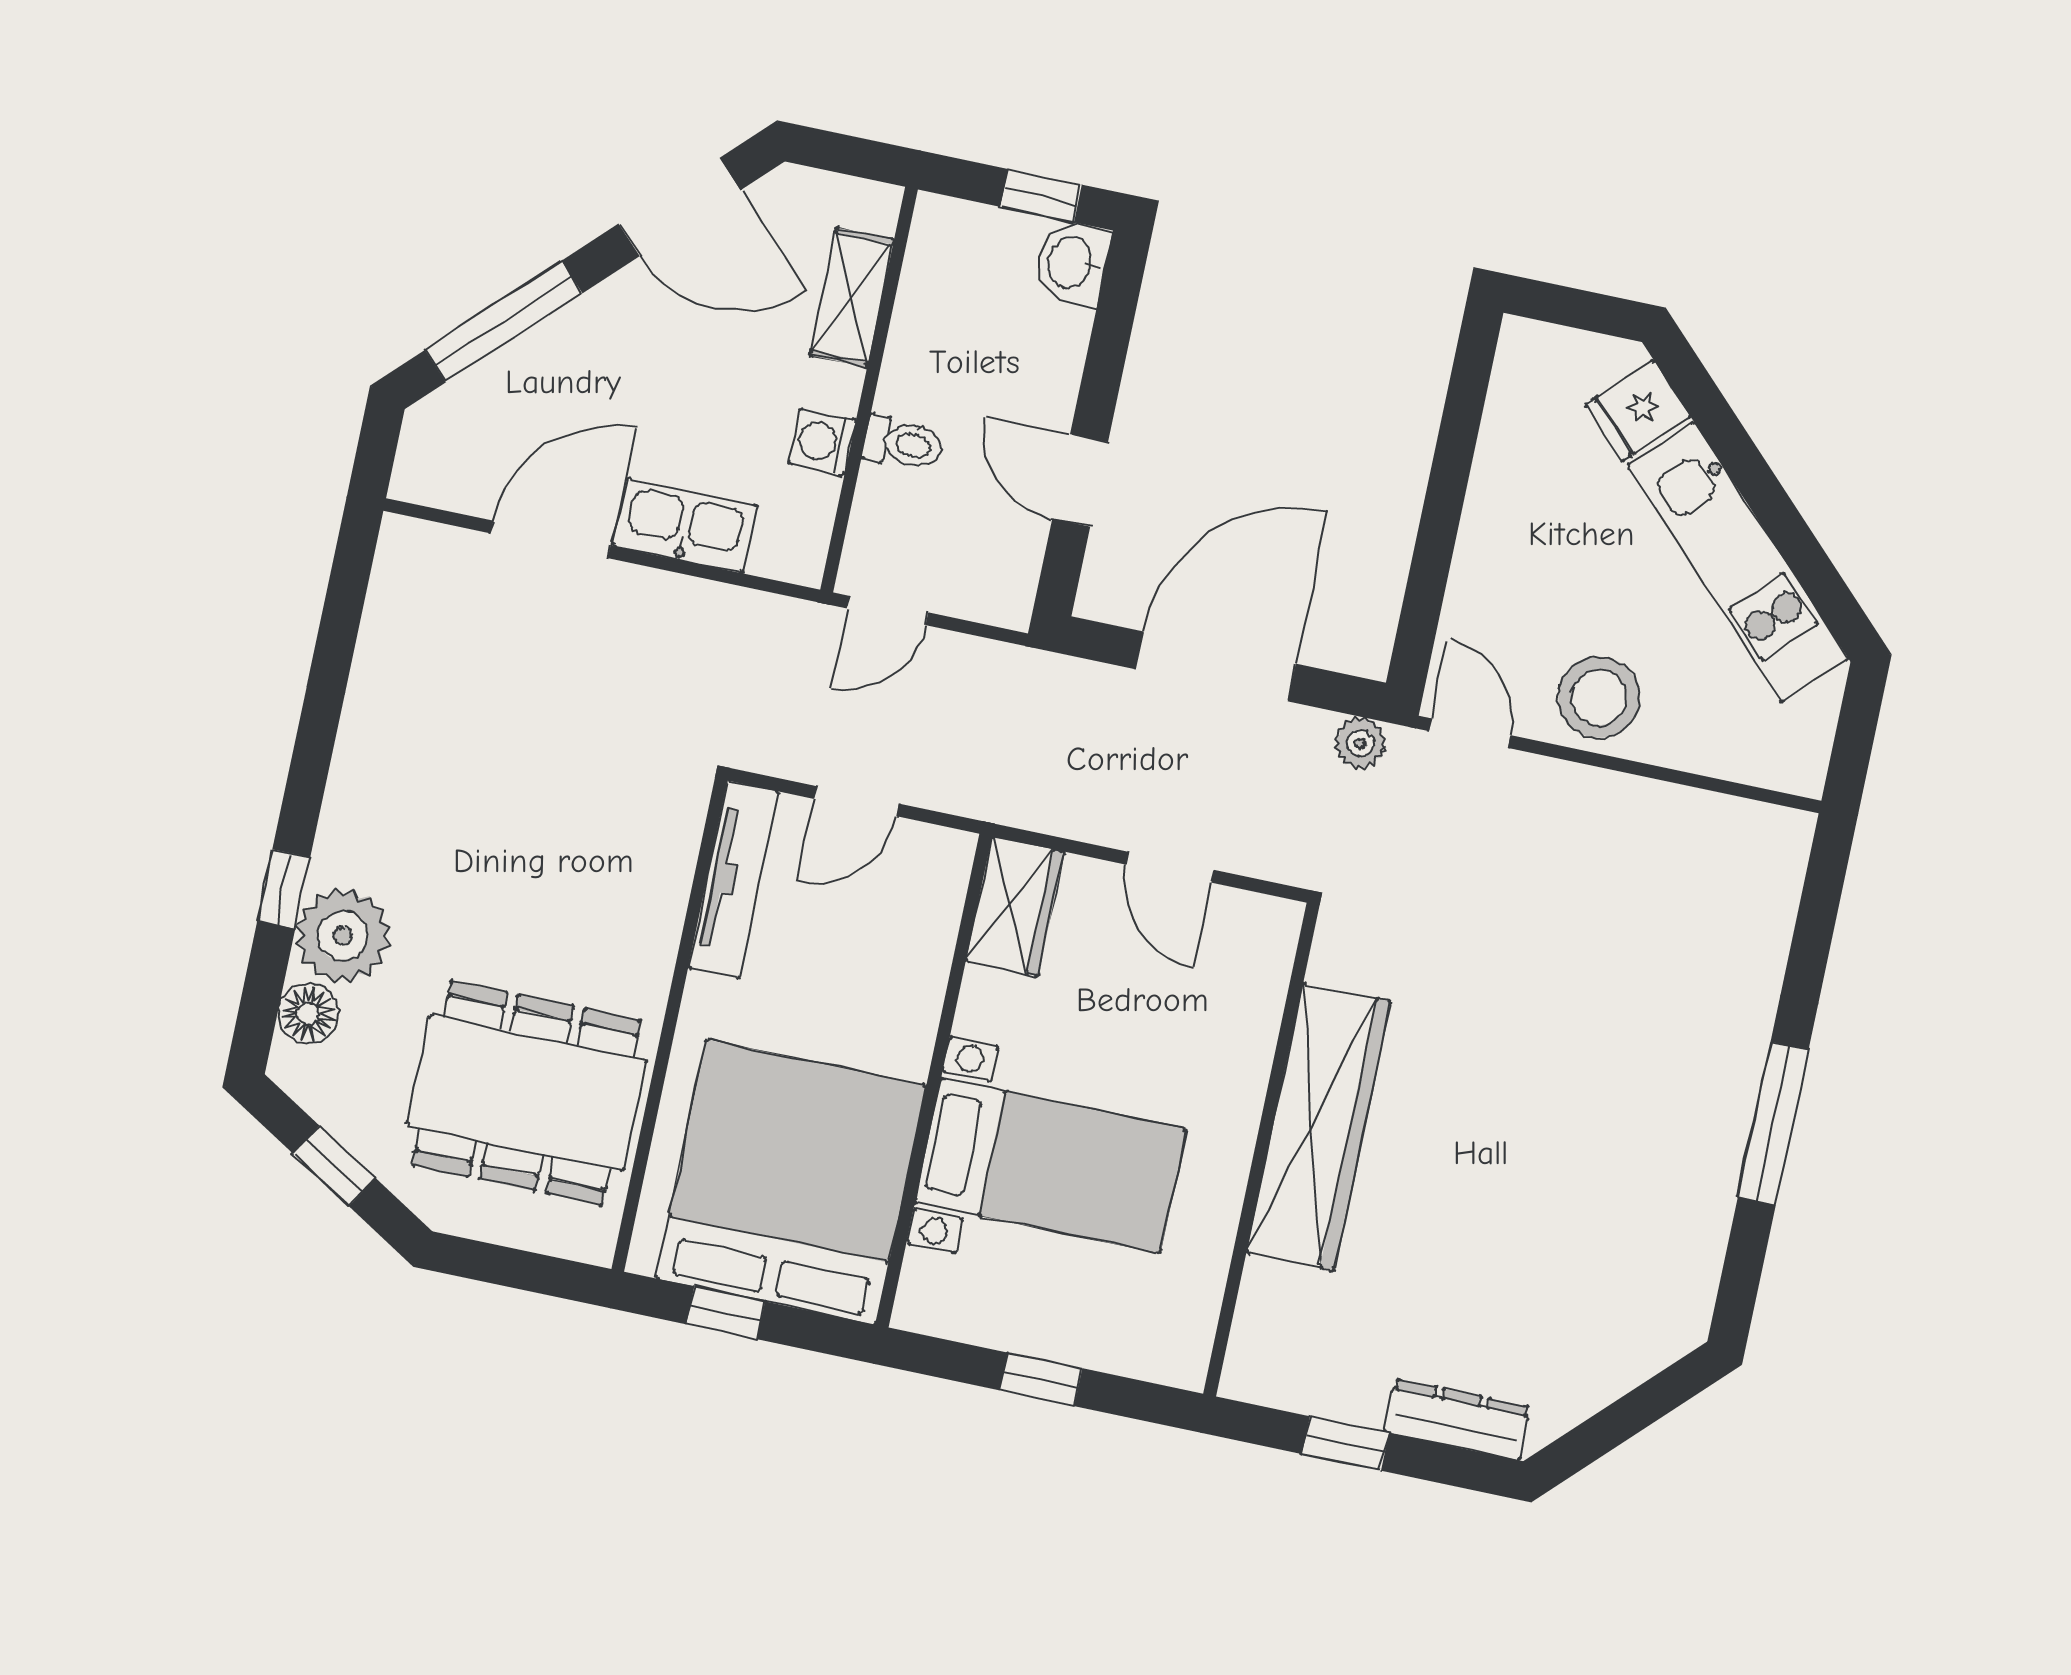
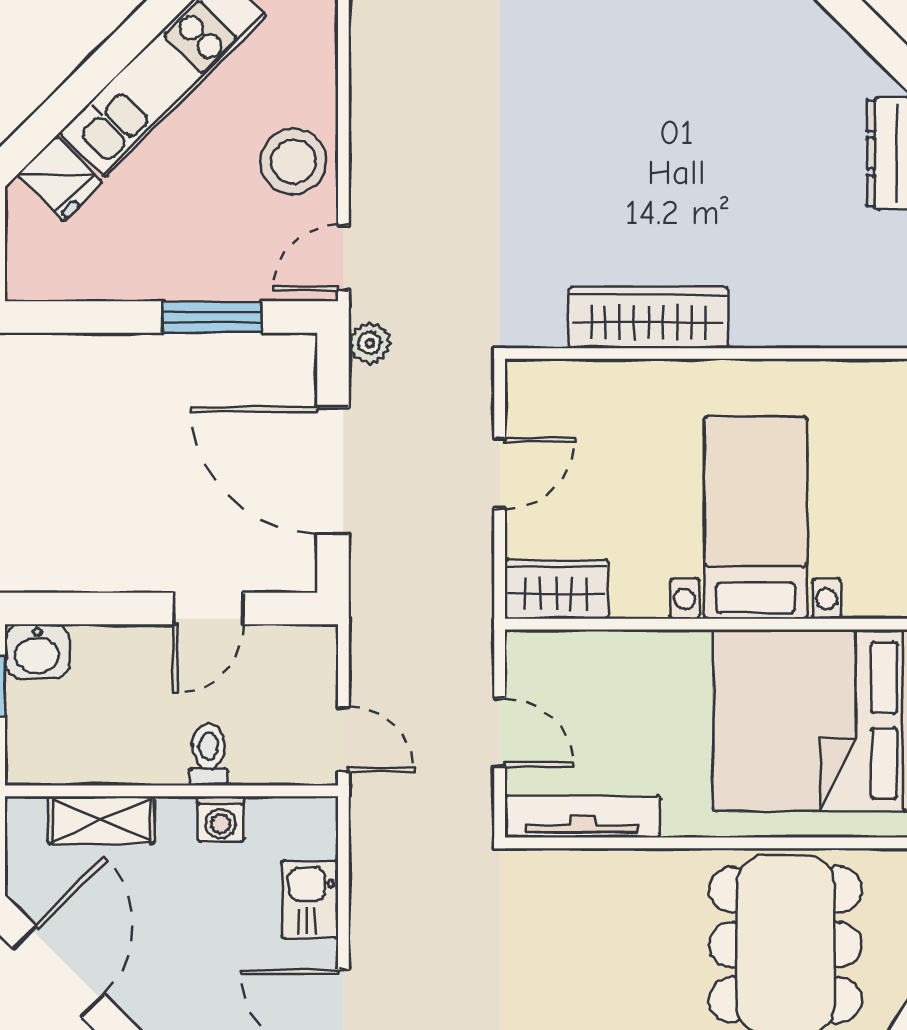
kitchen sink: (685, 525) -> (310, 899), width x0.73
window: (1432, 559) -> (212, 317), added
wardrobe: (1318, 1127) -> (648, 317), width x0.71, depth x0.85

